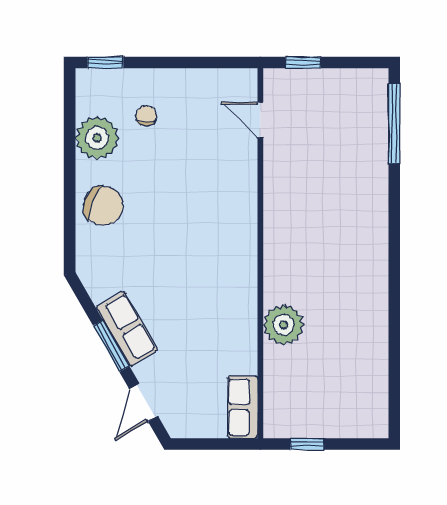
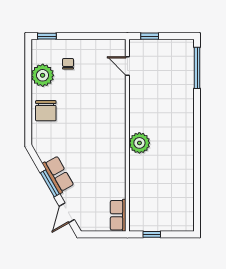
chair: (103, 206) -> (46, 111), turned 69
plant: (283, 325) -> (139, 143), moved

